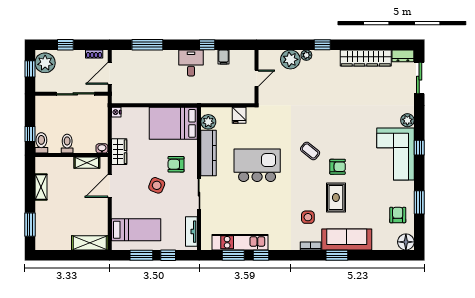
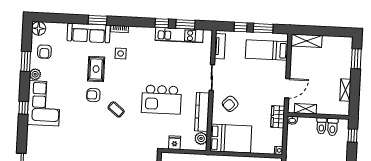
plant: (407, 120) -> (35, 74), moved
toilet: (41, 143) -> (333, 127), moved
armchair: (176, 164) -> (230, 104), turned 135
side table: (157, 185) -> (247, 87), removed

